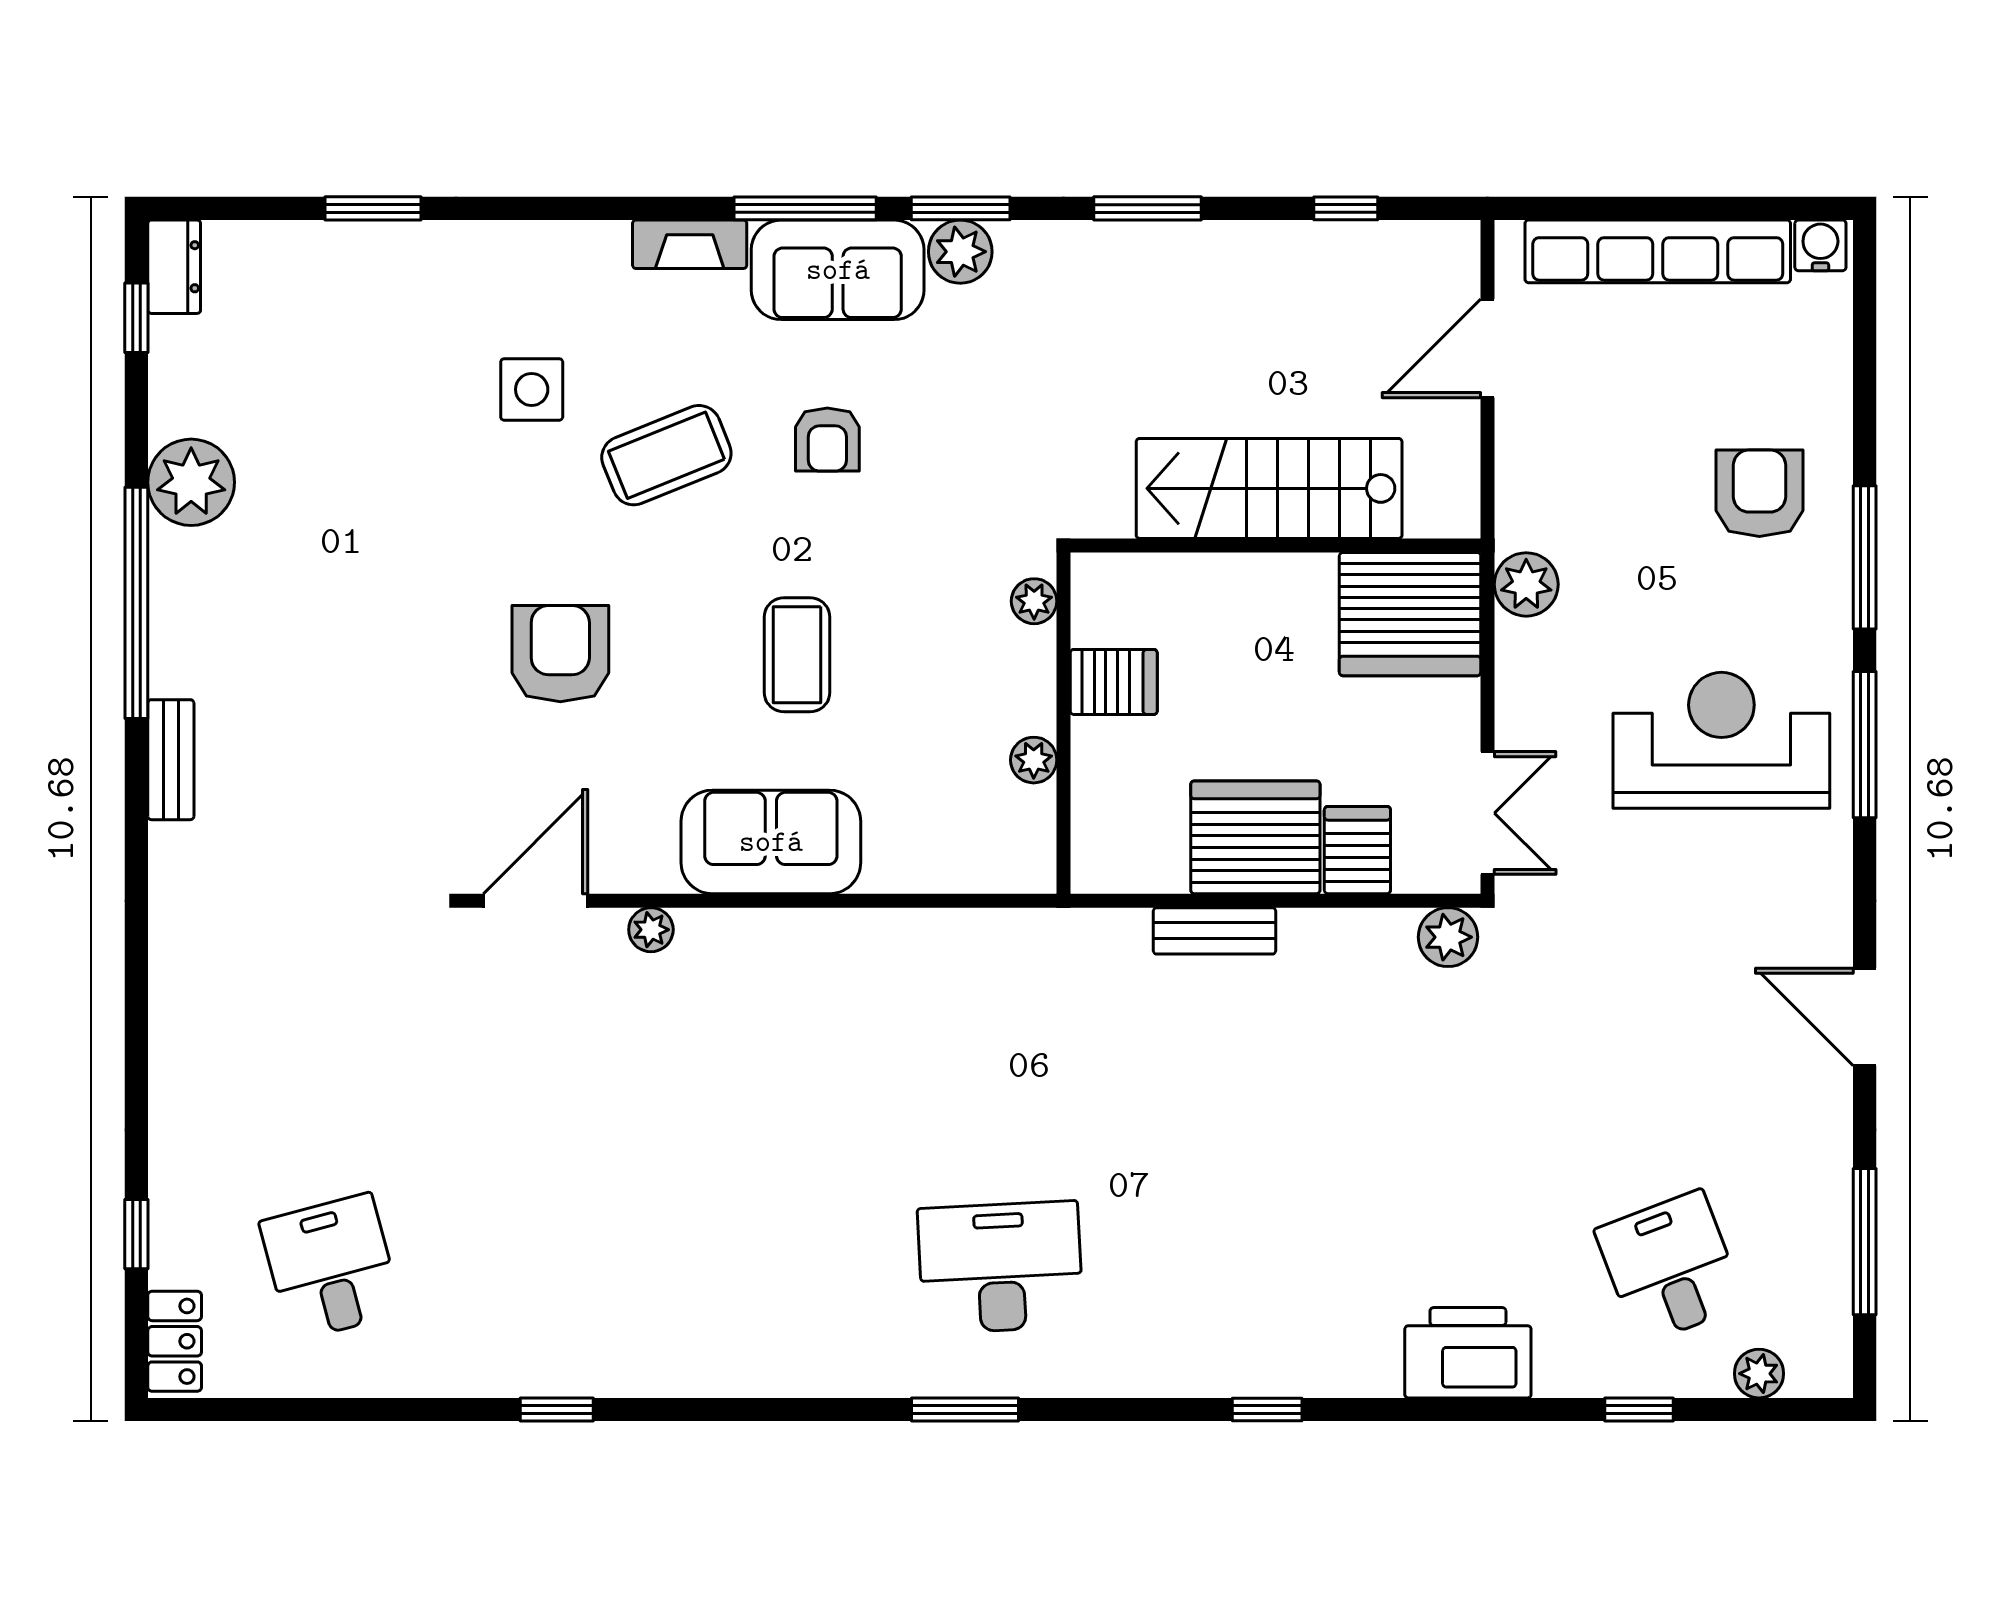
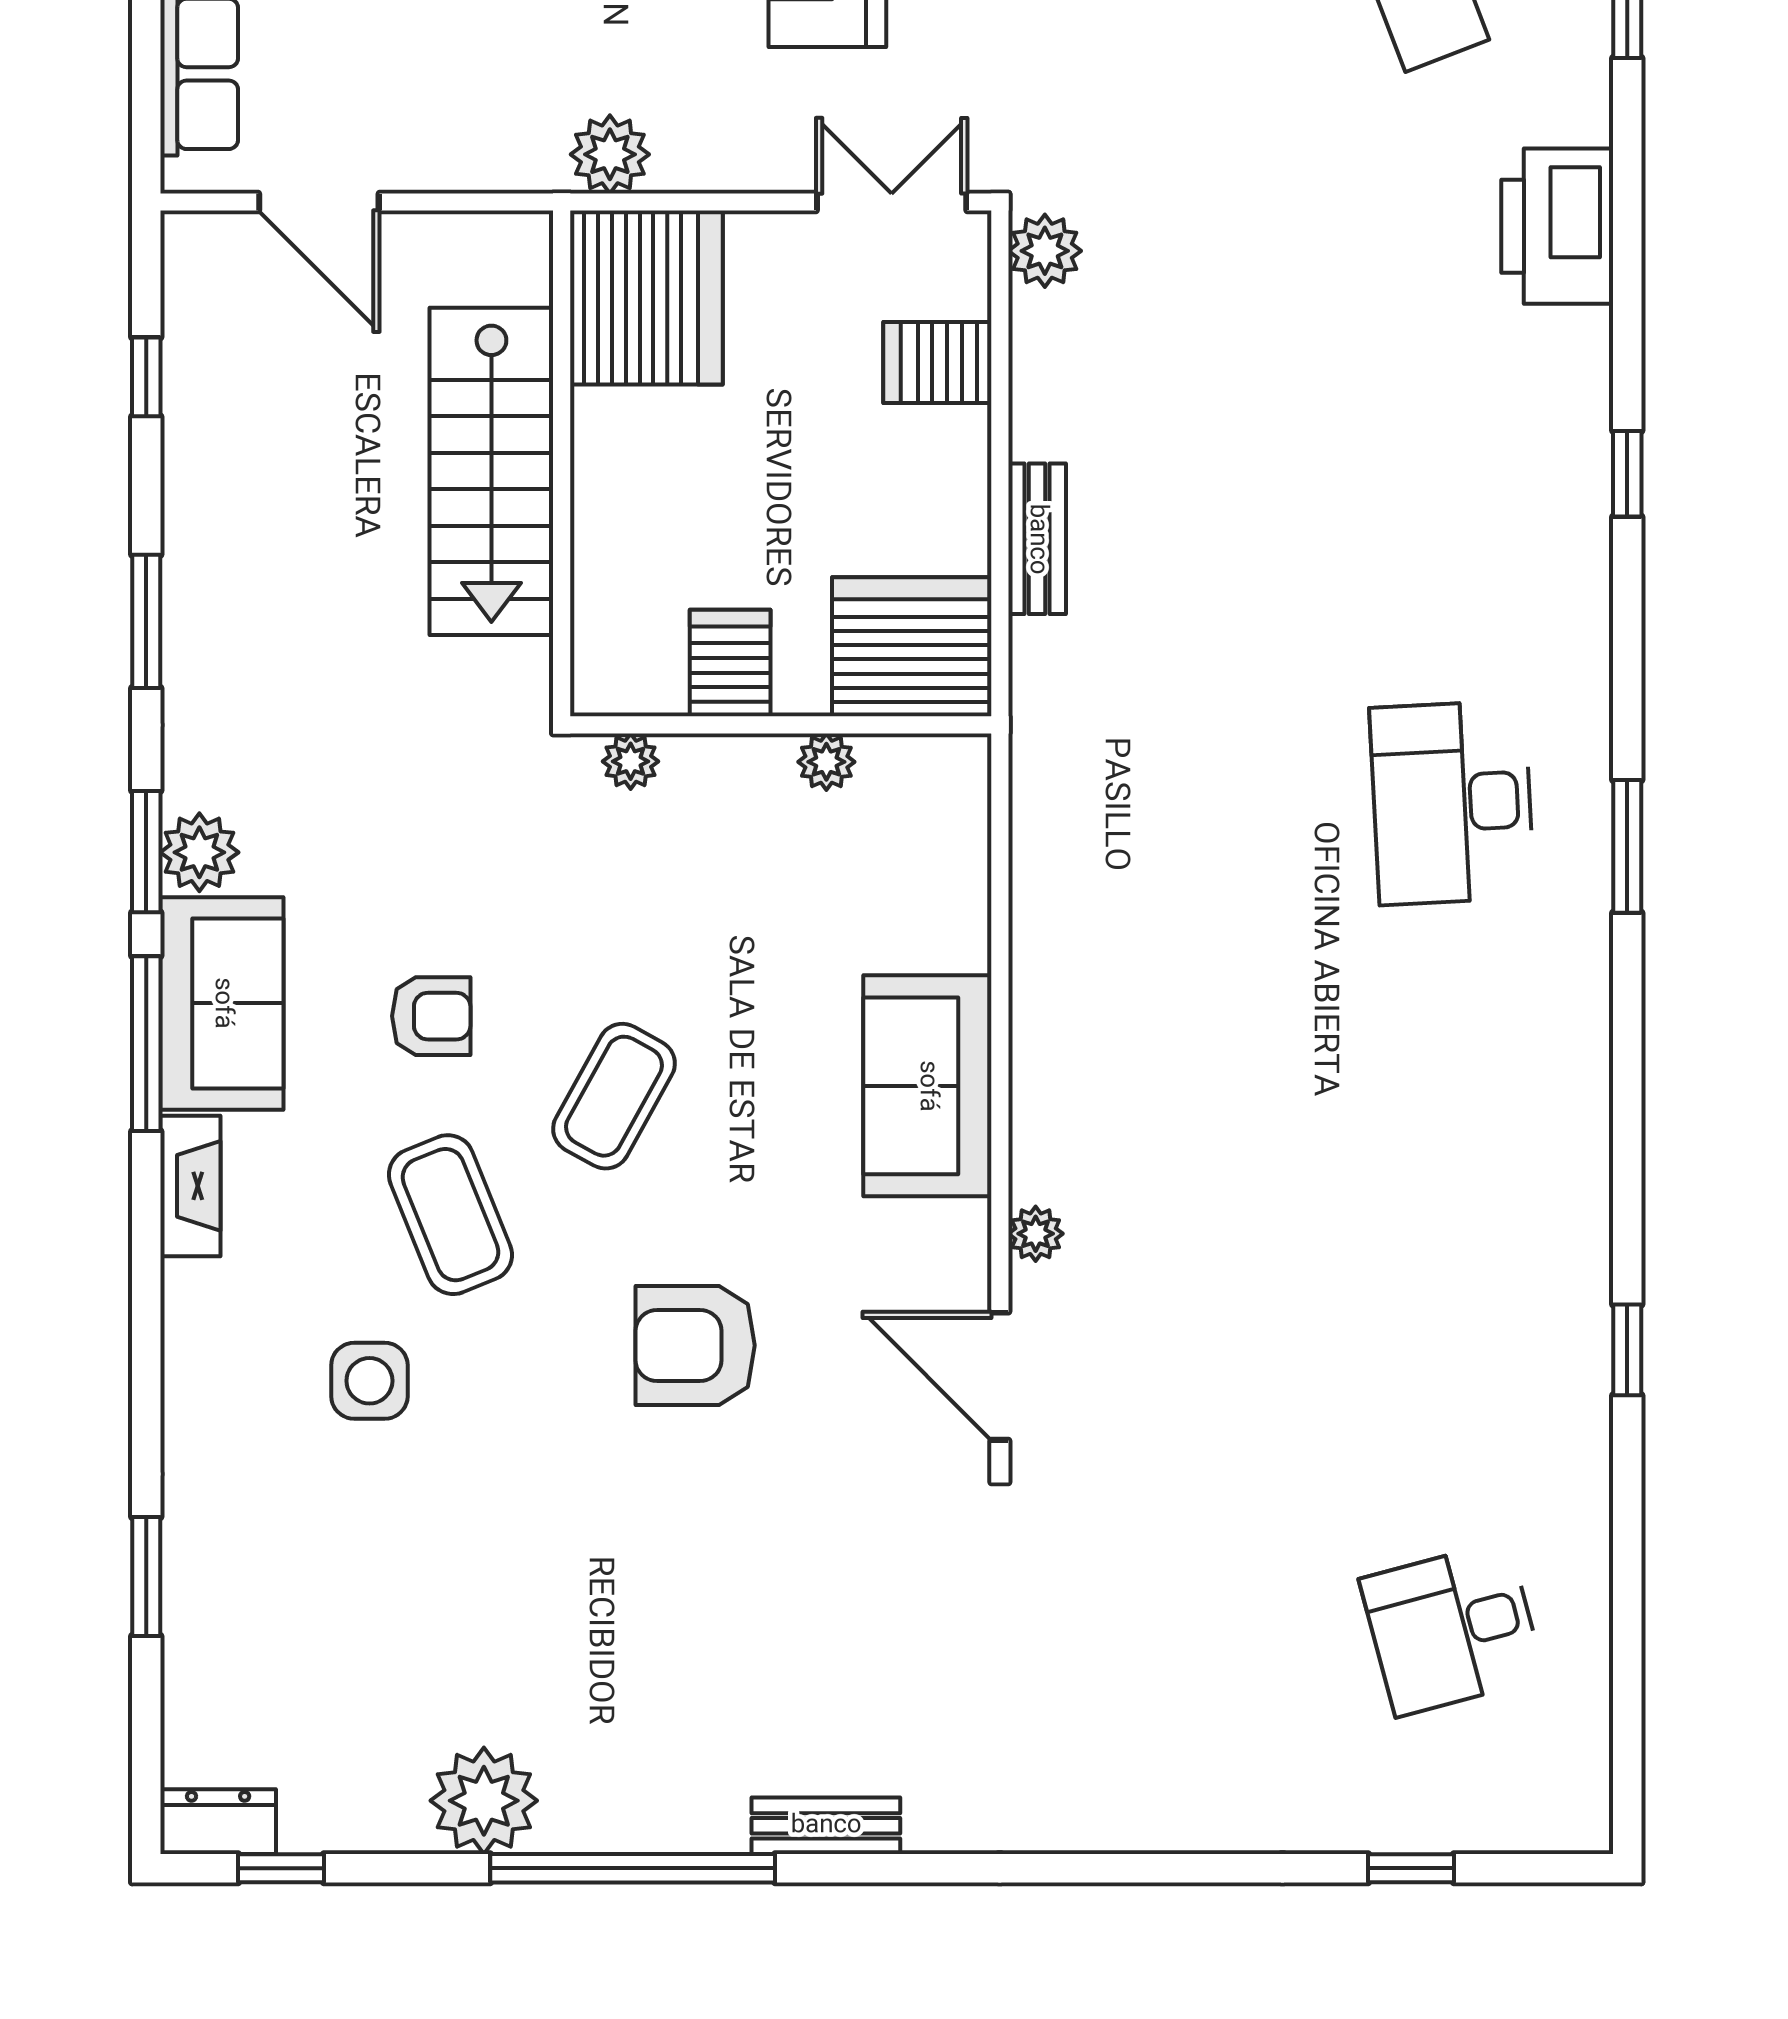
coffee table: (797, 655) -> (614, 1096), moved, turned -61
server rack: (1255, 837) -> (912, 647), moved, turned 90
locker: (175, 1341) -> (1543, 1821), removed

